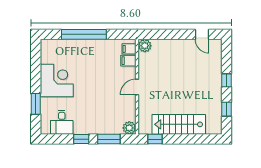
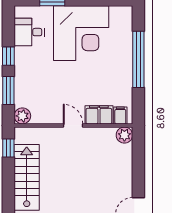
filing cabinet: (128, 61) -> (99, 115), width x2.00
corner desk: (57, 81) -> (81, 33), width x1.36, depth x1.36

